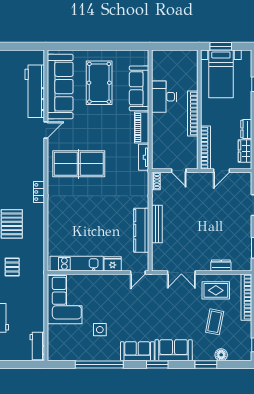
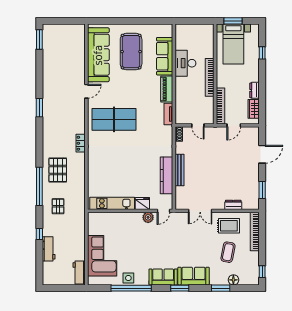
workbench: (35, 91) -> (77, 59), removed
plant: (119, 280) -> (148, 217), added
corner sofa: (65, 300) -> (102, 256), moved
side table: (100, 330) -> (128, 278), moved

